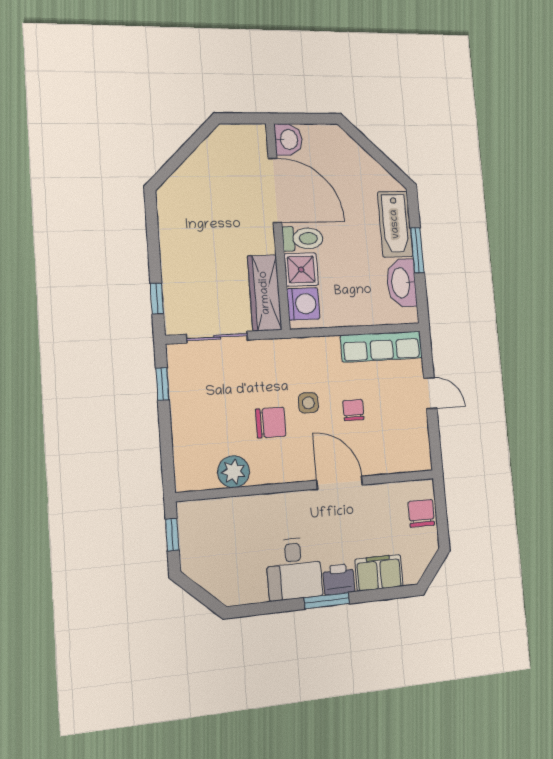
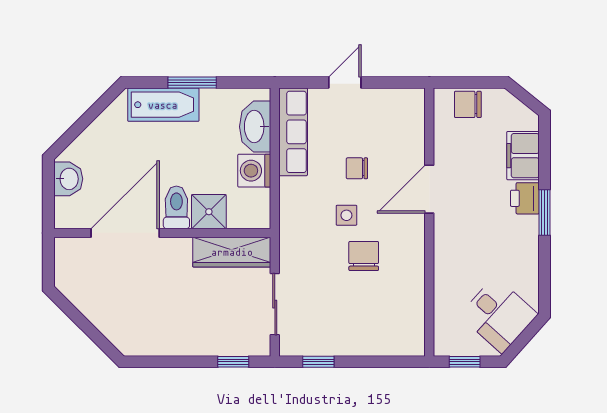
washbasin: (288, 139) -> (68, 179), moved, turned 90
washbasin: (402, 283) -> (255, 127), moved, turned 90
washing machine: (303, 304) -> (254, 171), moved, turned -90
plant: (233, 472) -> (409, 297), removed
desk: (294, 569) -> (499, 315), moved, turned 42

